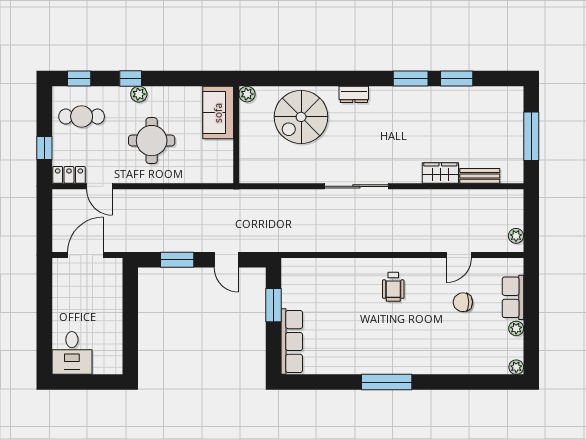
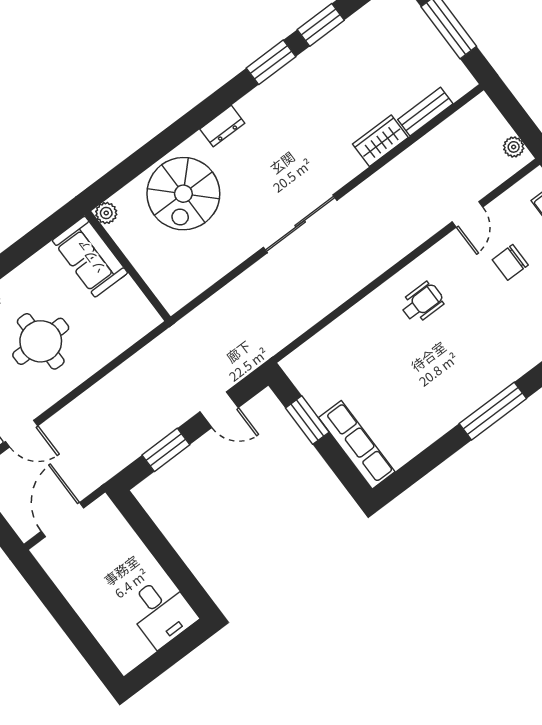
wheelchair: (393, 287) -> (422, 302), turned -90
desk: (72, 353) -> (161, 612), moved

